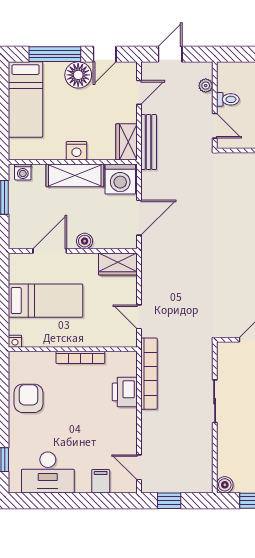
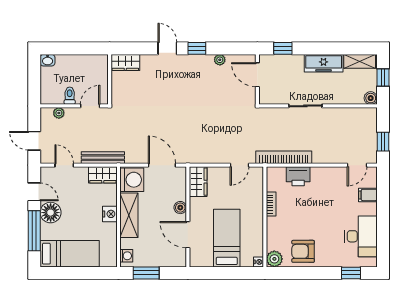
bookcase: (80, 357) -> (271, 204), width x0.64
plant: (19, 362) -> (274, 259), added

